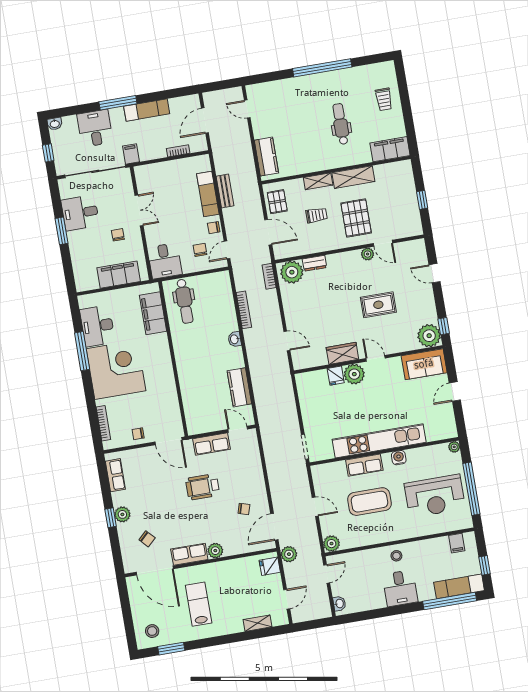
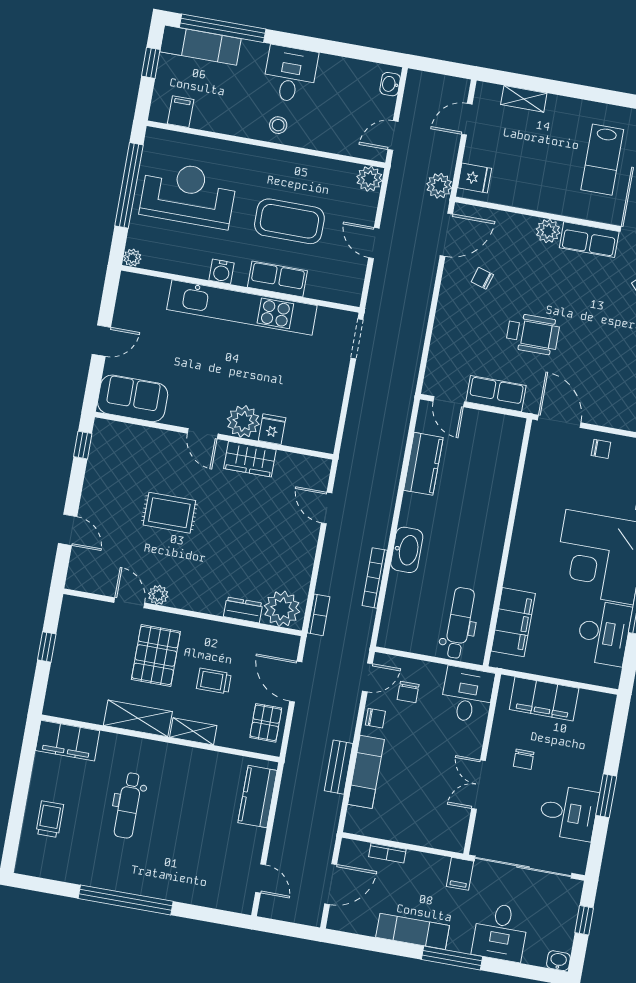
plant: (429, 336) -> (110, 439), removed
washbasin: (235, 339) -> (407, 550), width x1.91, depth x1.45

